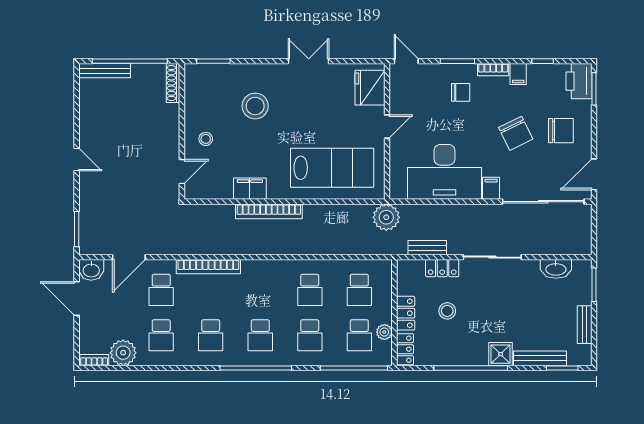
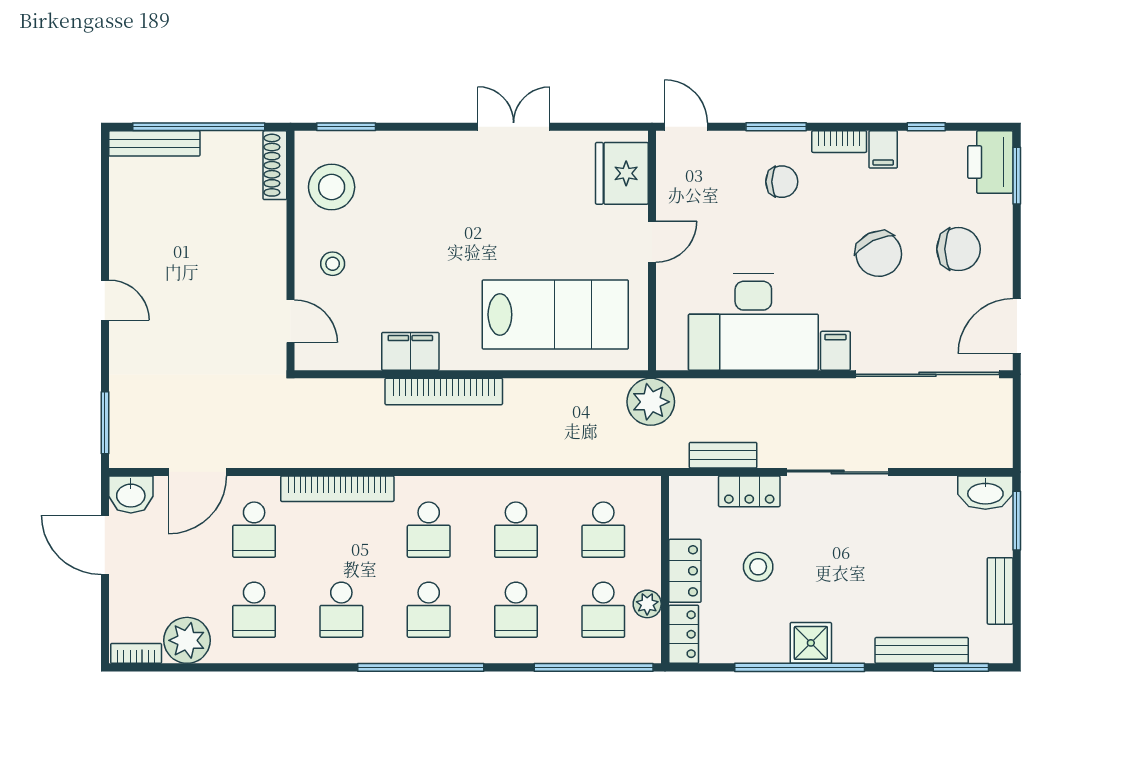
stool: (255, 106) -> (332, 187), moved
door: (182, 172) -> (291, 321), hinge flipped
washbasin: (556, 269) -> (985, 493), moved
school desk: (260, 290) -> (429, 530), added
shower: (501, 354) -> (811, 643), moved

